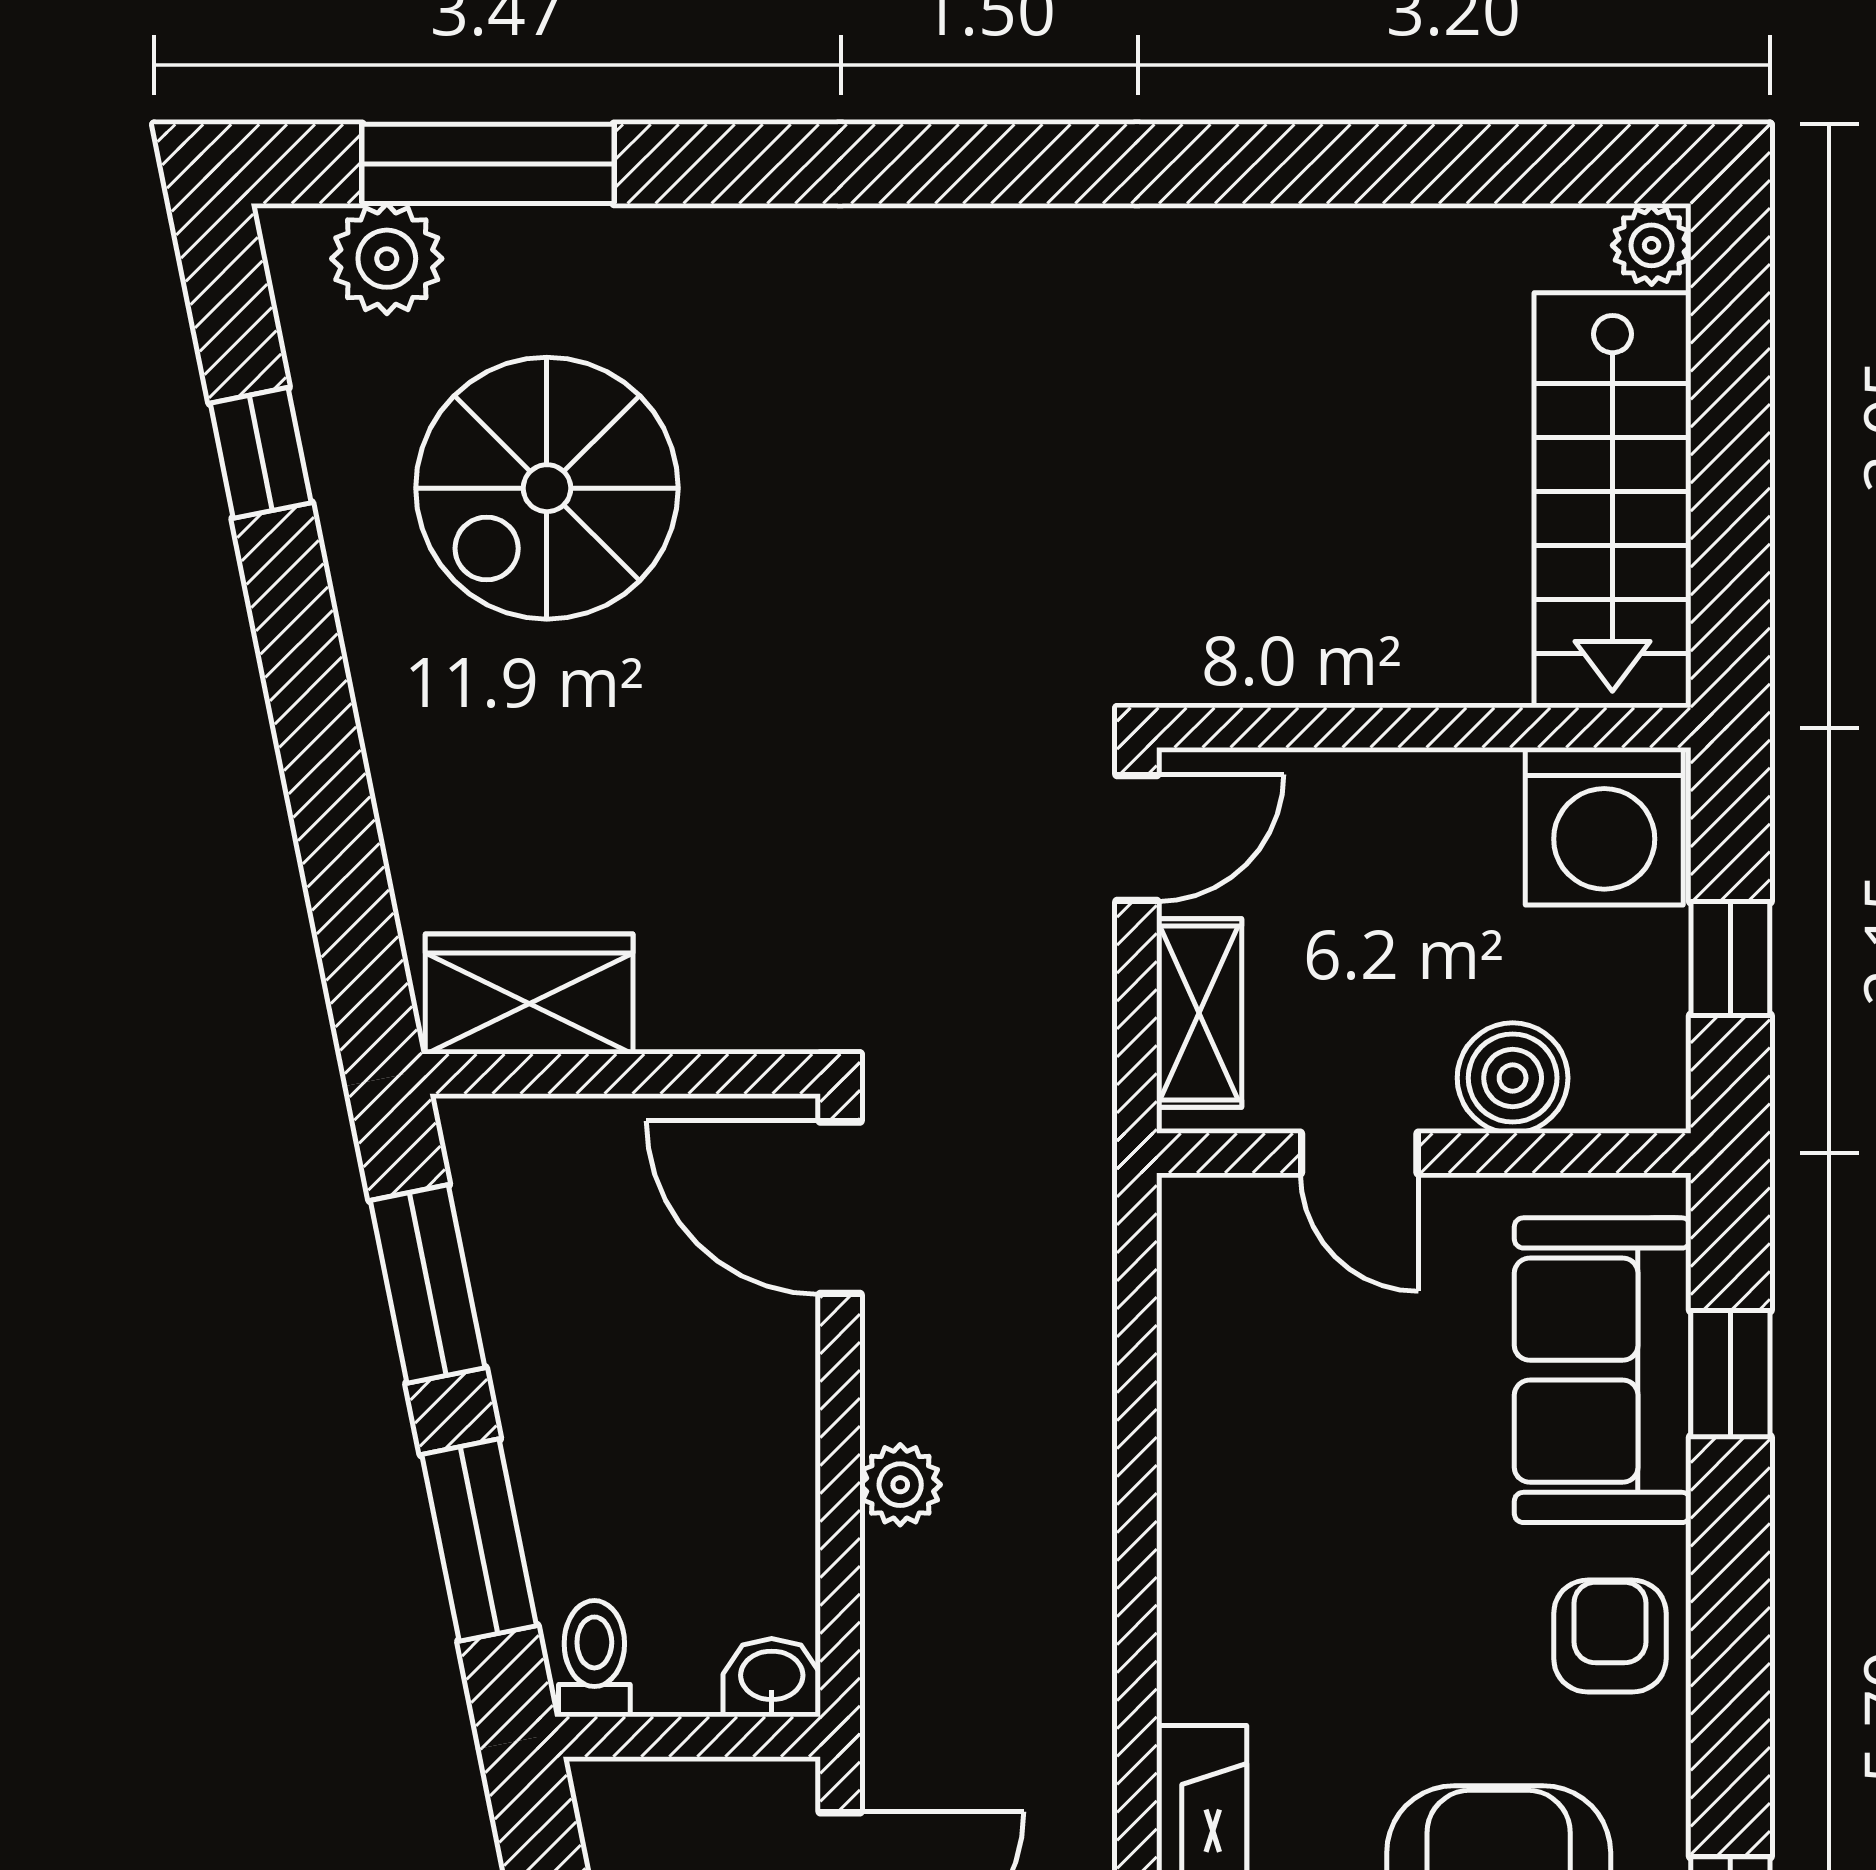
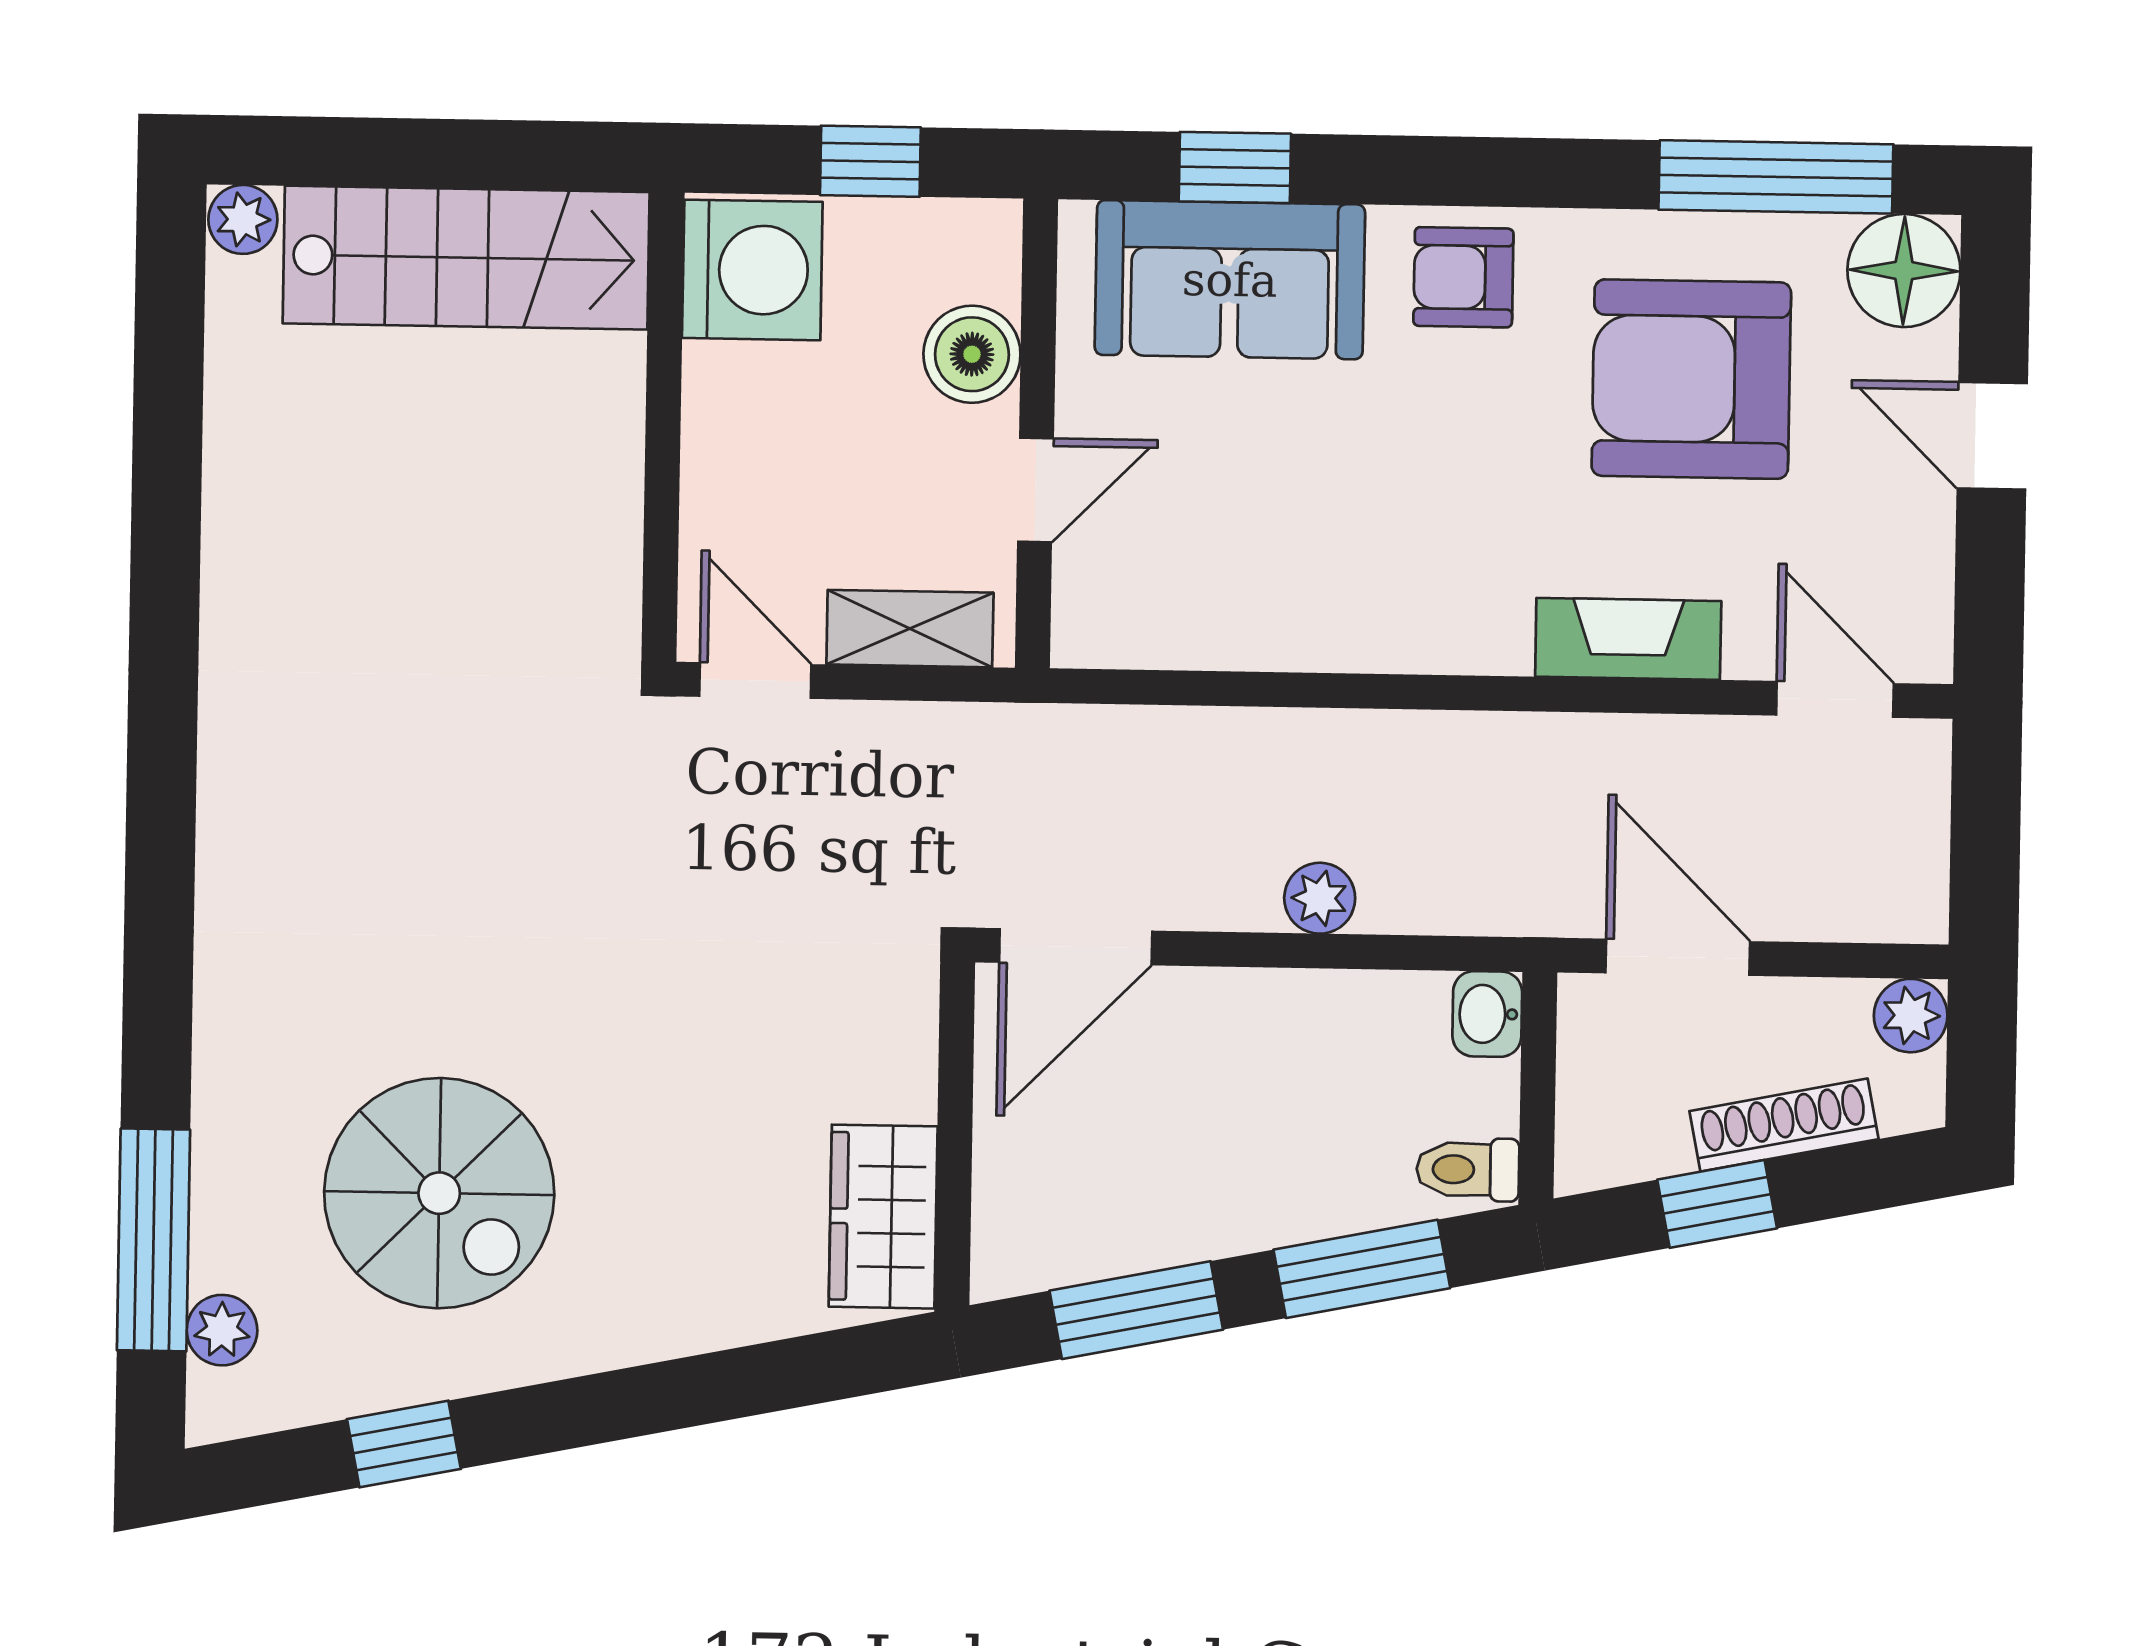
plant: (387, 259) -> (222, 1330), width x0.73, depth x0.73

